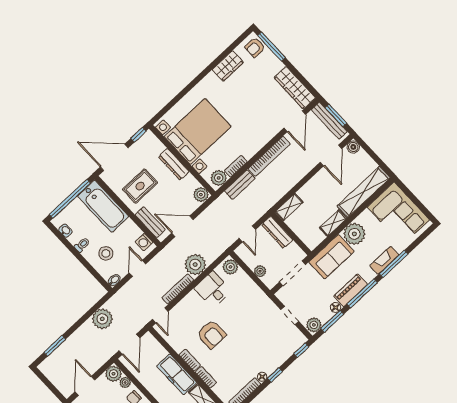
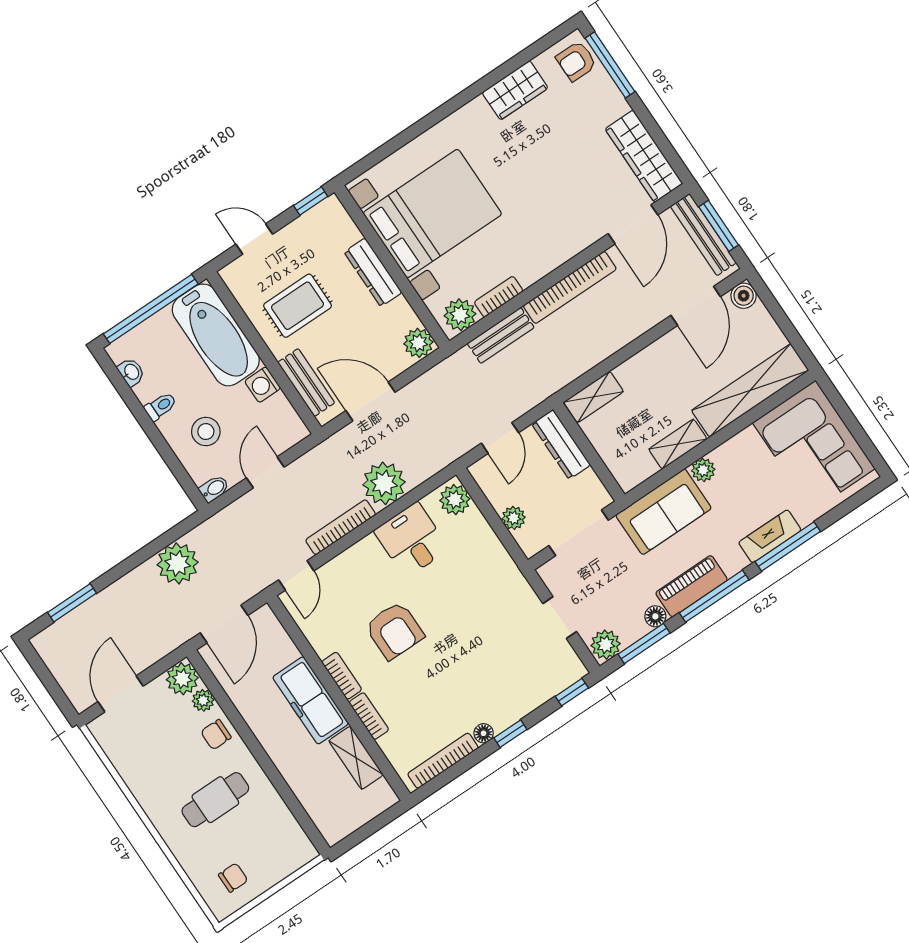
door: (114, 157) -> (254, 239), width x0.53
plant: (354, 234) -> (703, 470), width x0.53, depth x0.53
washing machine: (144, 242) -> (263, 385), moved

